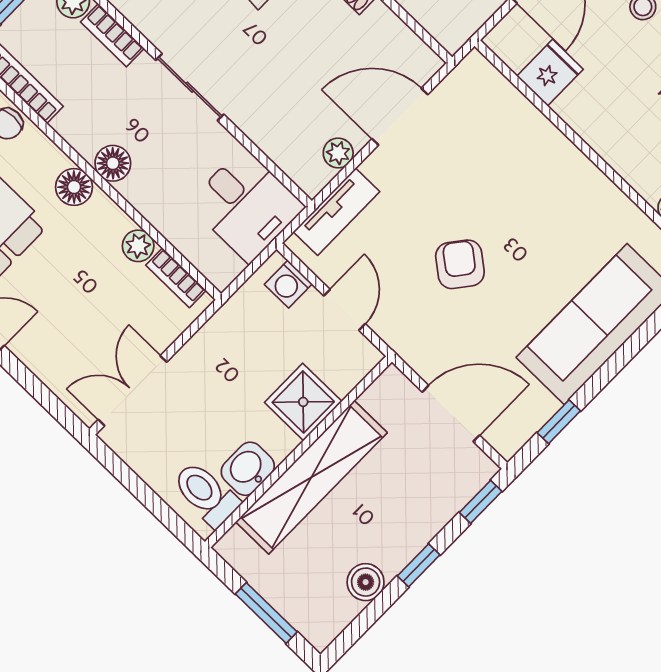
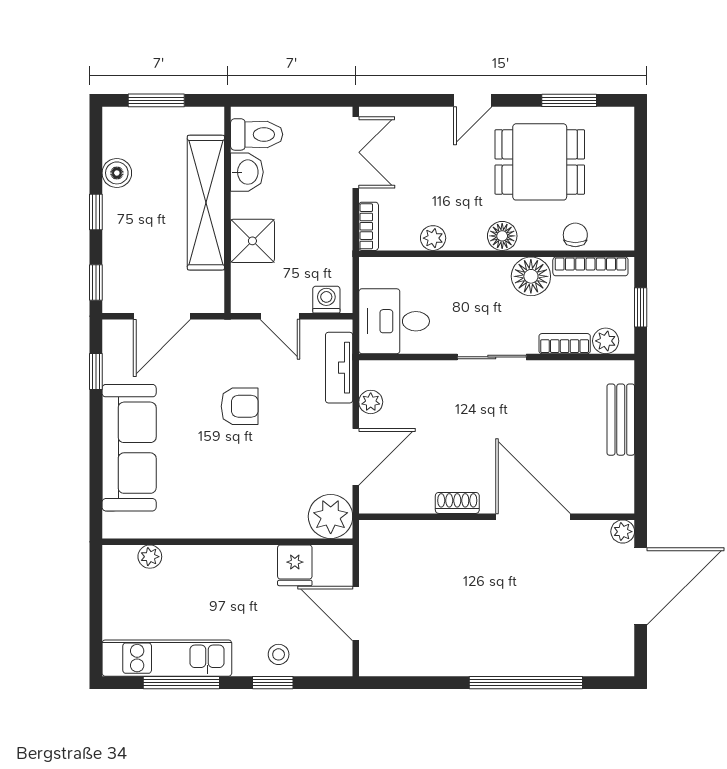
plant: (475, 85) -> (331, 516), added
floor lamp: (113, 163) -> (531, 276), moved, width x1.38, depth x1.38
armchair: (460, 264) -> (240, 406), turned -38
bookcase: (176, 278) -> (369, 226), moved, turned 90

